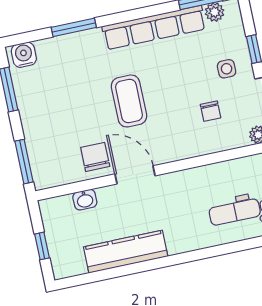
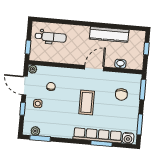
row of seats: (154, 28) -> (97, 135), moved
chair: (95, 157) -> (121, 94), moved
door: (135, 175) -> (94, 68), swing flipped

